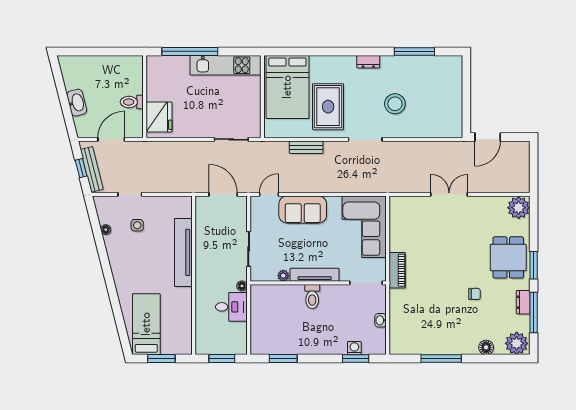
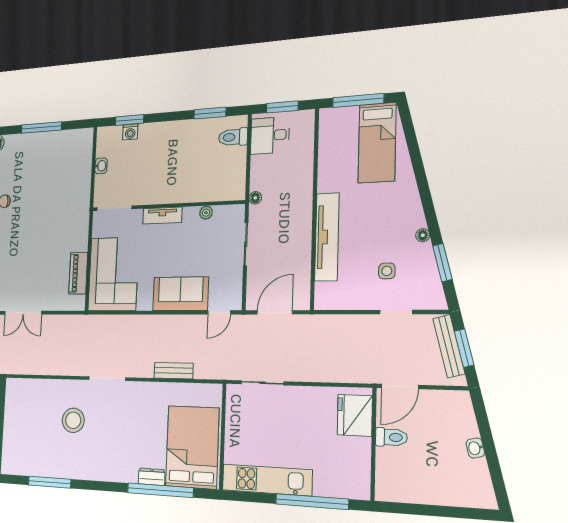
window: (314, 51) -> (160, 490), added
dresser: (368, 62) -> (152, 477), moved
washbasin: (77, 103) -> (475, 448), width x0.52, depth x0.69
rug: (328, 107) -> (147, 420), removed
door: (111, 139) -> (400, 387), moved
window: (81, 168) -> (464, 348), width x1.50
door: (223, 194) -> (275, 312), swing flipped
floor lamp: (106, 230) -> (423, 235), moved
window: (97, 231) -> (442, 263), added
piano: (397, 270) -> (78, 273), moved
tv unit: (315, 275) -> (162, 216), width x0.71
toilet: (312, 297) -> (233, 137), moved, turned -90
desk: (231, 307) -> (270, 135), moved
window: (161, 359) -> (358, 100), width x1.44

